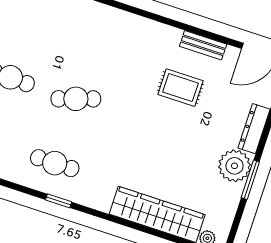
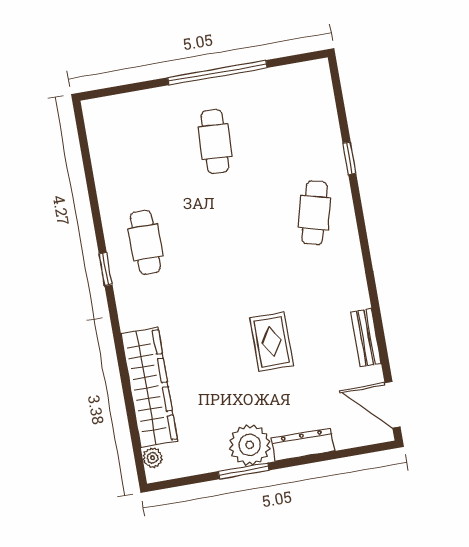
rug: (181, 88) -> (272, 342), moved
cafe table: (76, 99) -> (314, 213), moved, turned 33

